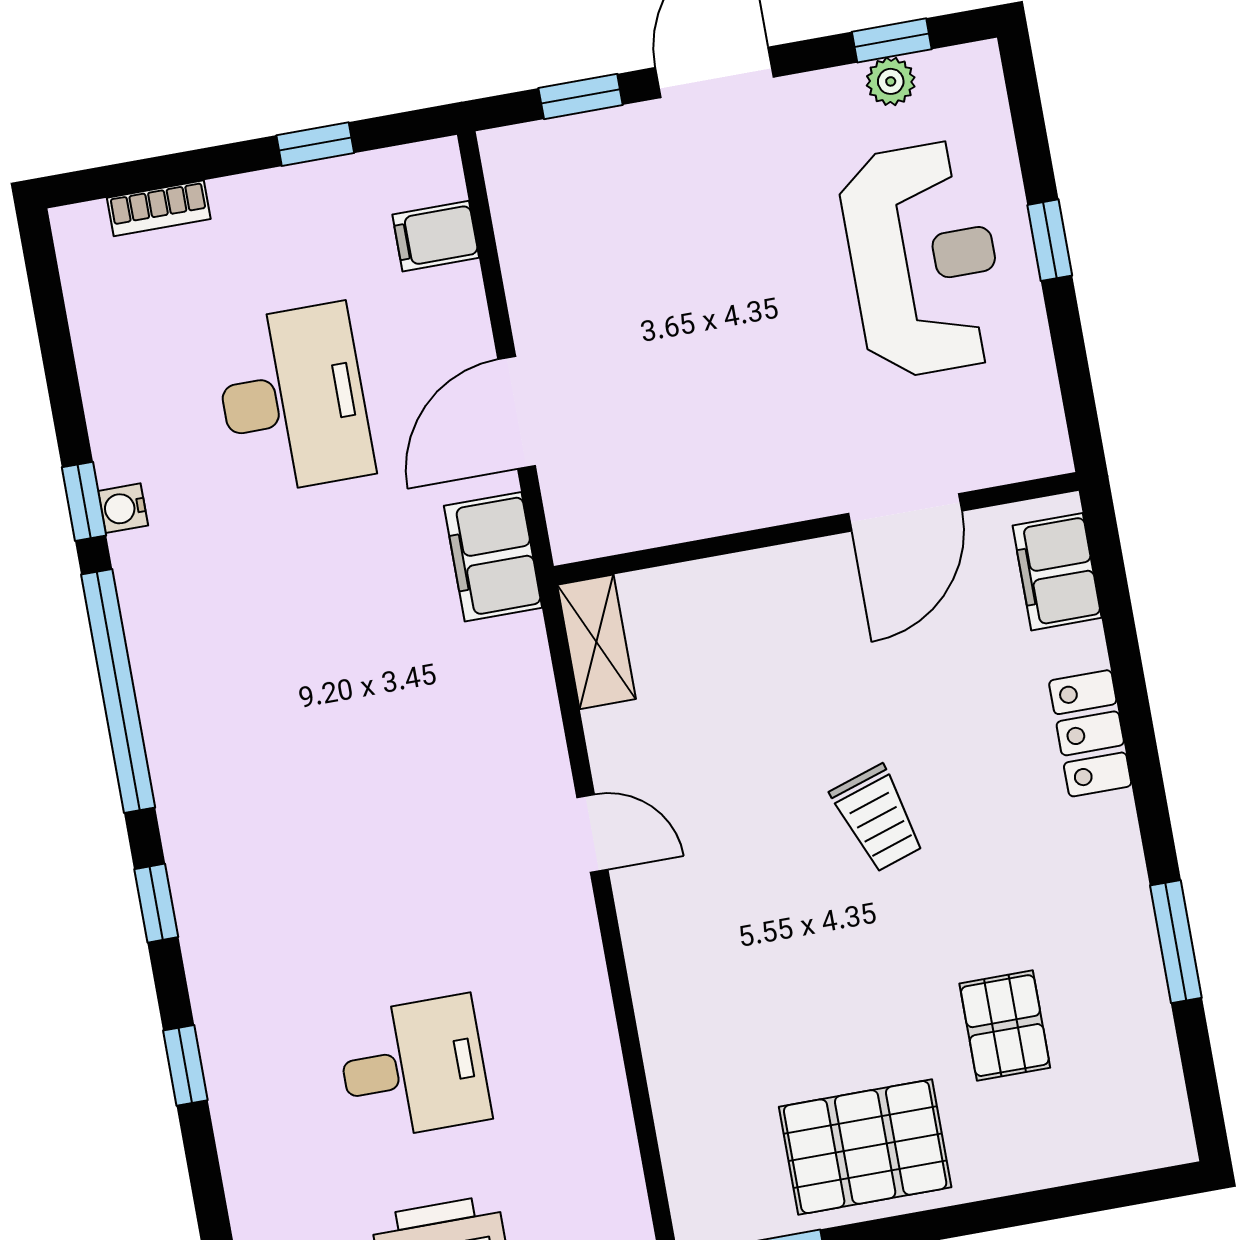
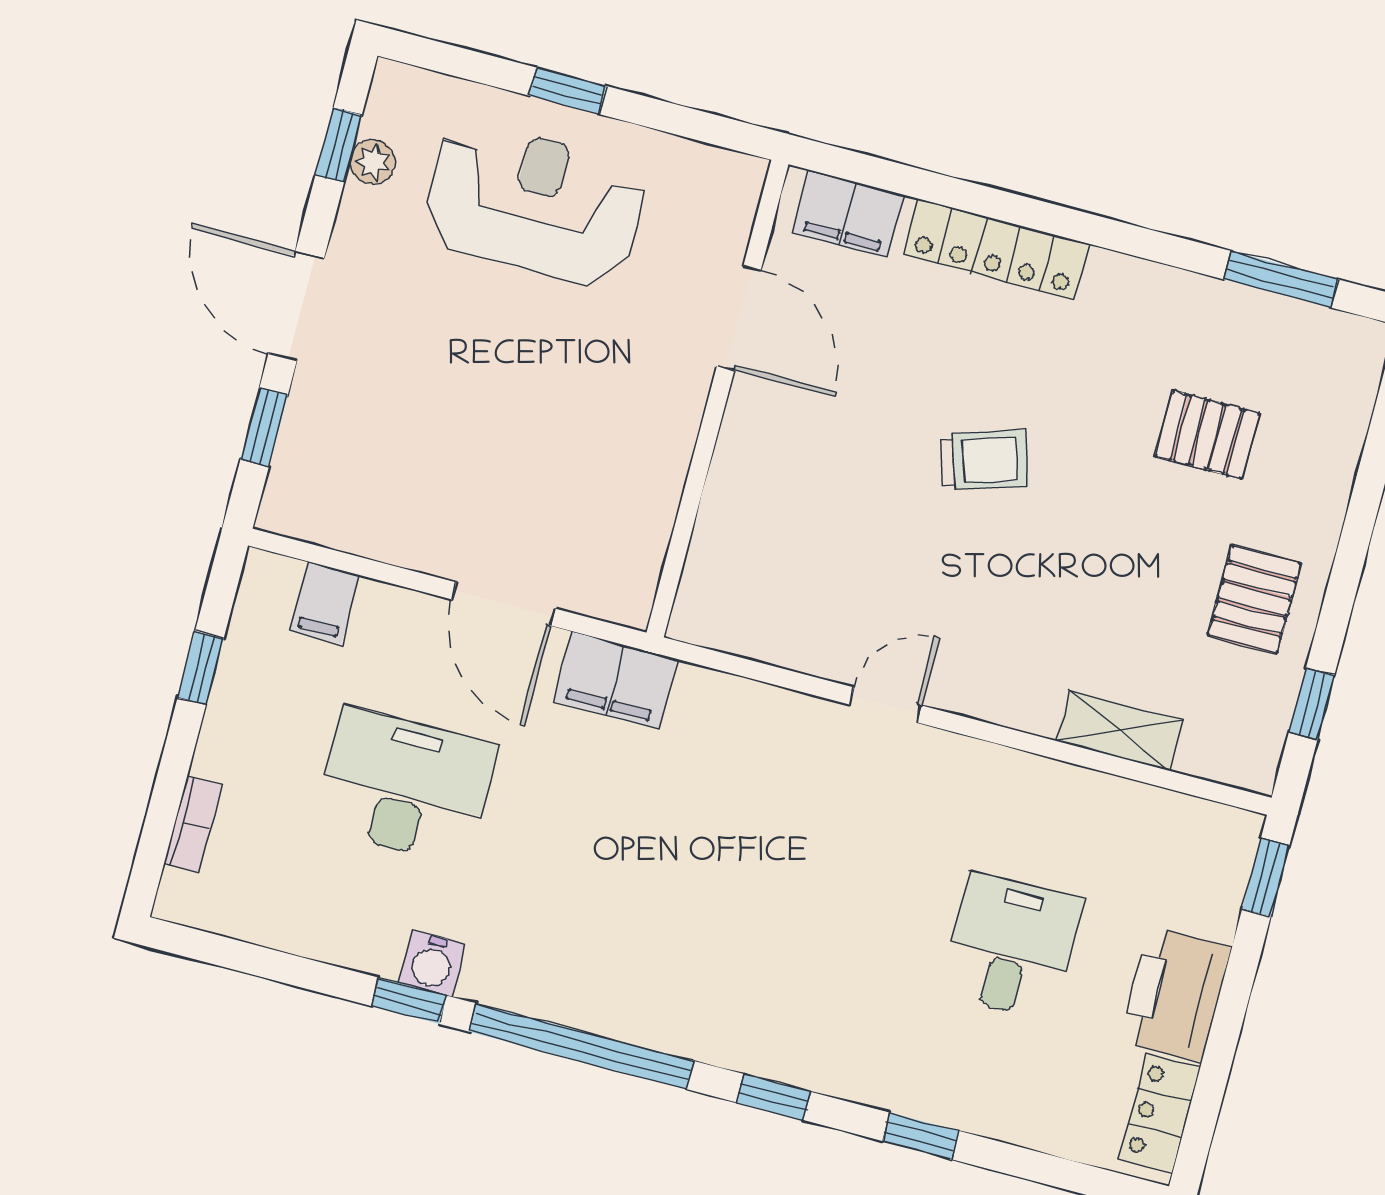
water cooler: (123, 508) -> (432, 963), width x1.38, depth x1.38
shelving: (596, 642) -> (1119, 730), moved
locker: (1090, 733) -> (996, 249), width x1.53
window: (1176, 942) -> (1281, 279), moved
pallet: (865, 1147) -> (1254, 599), width x0.67, depth x0.71

